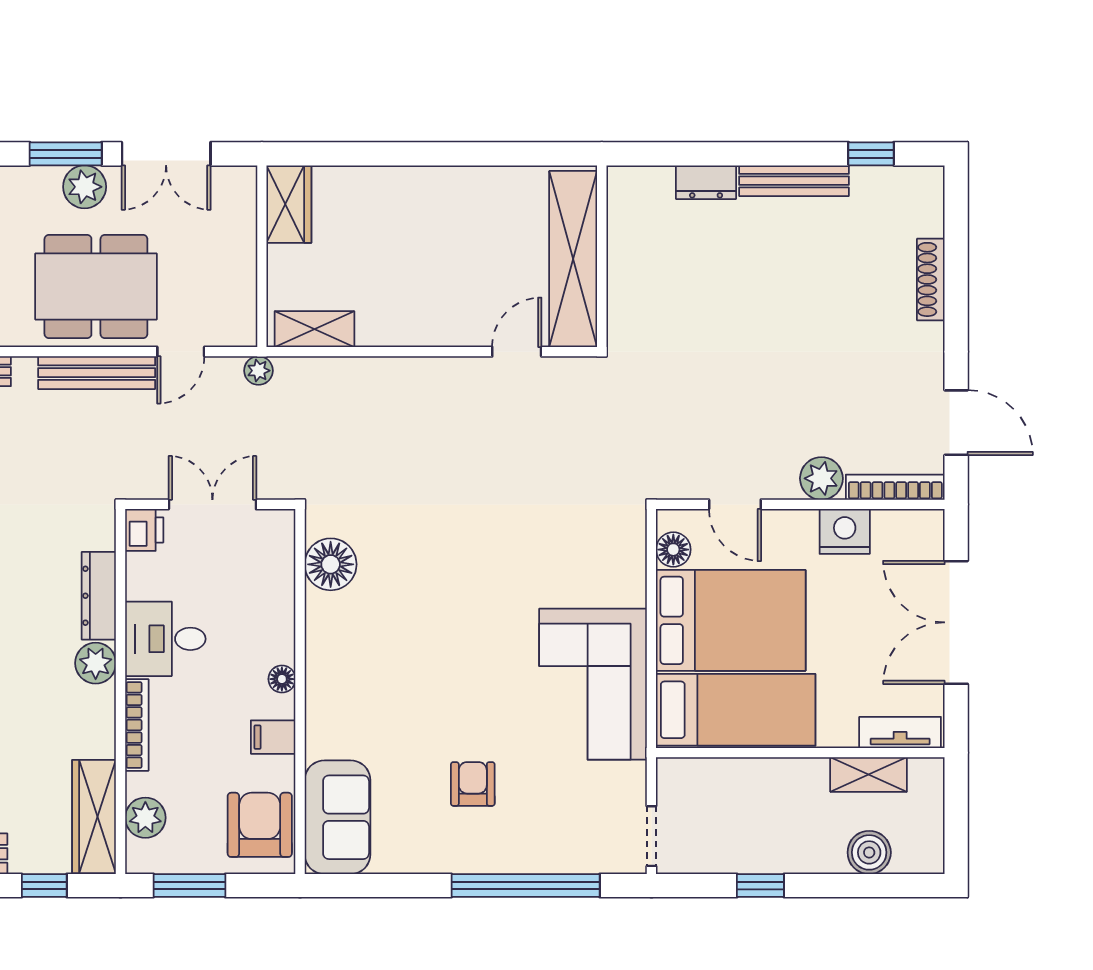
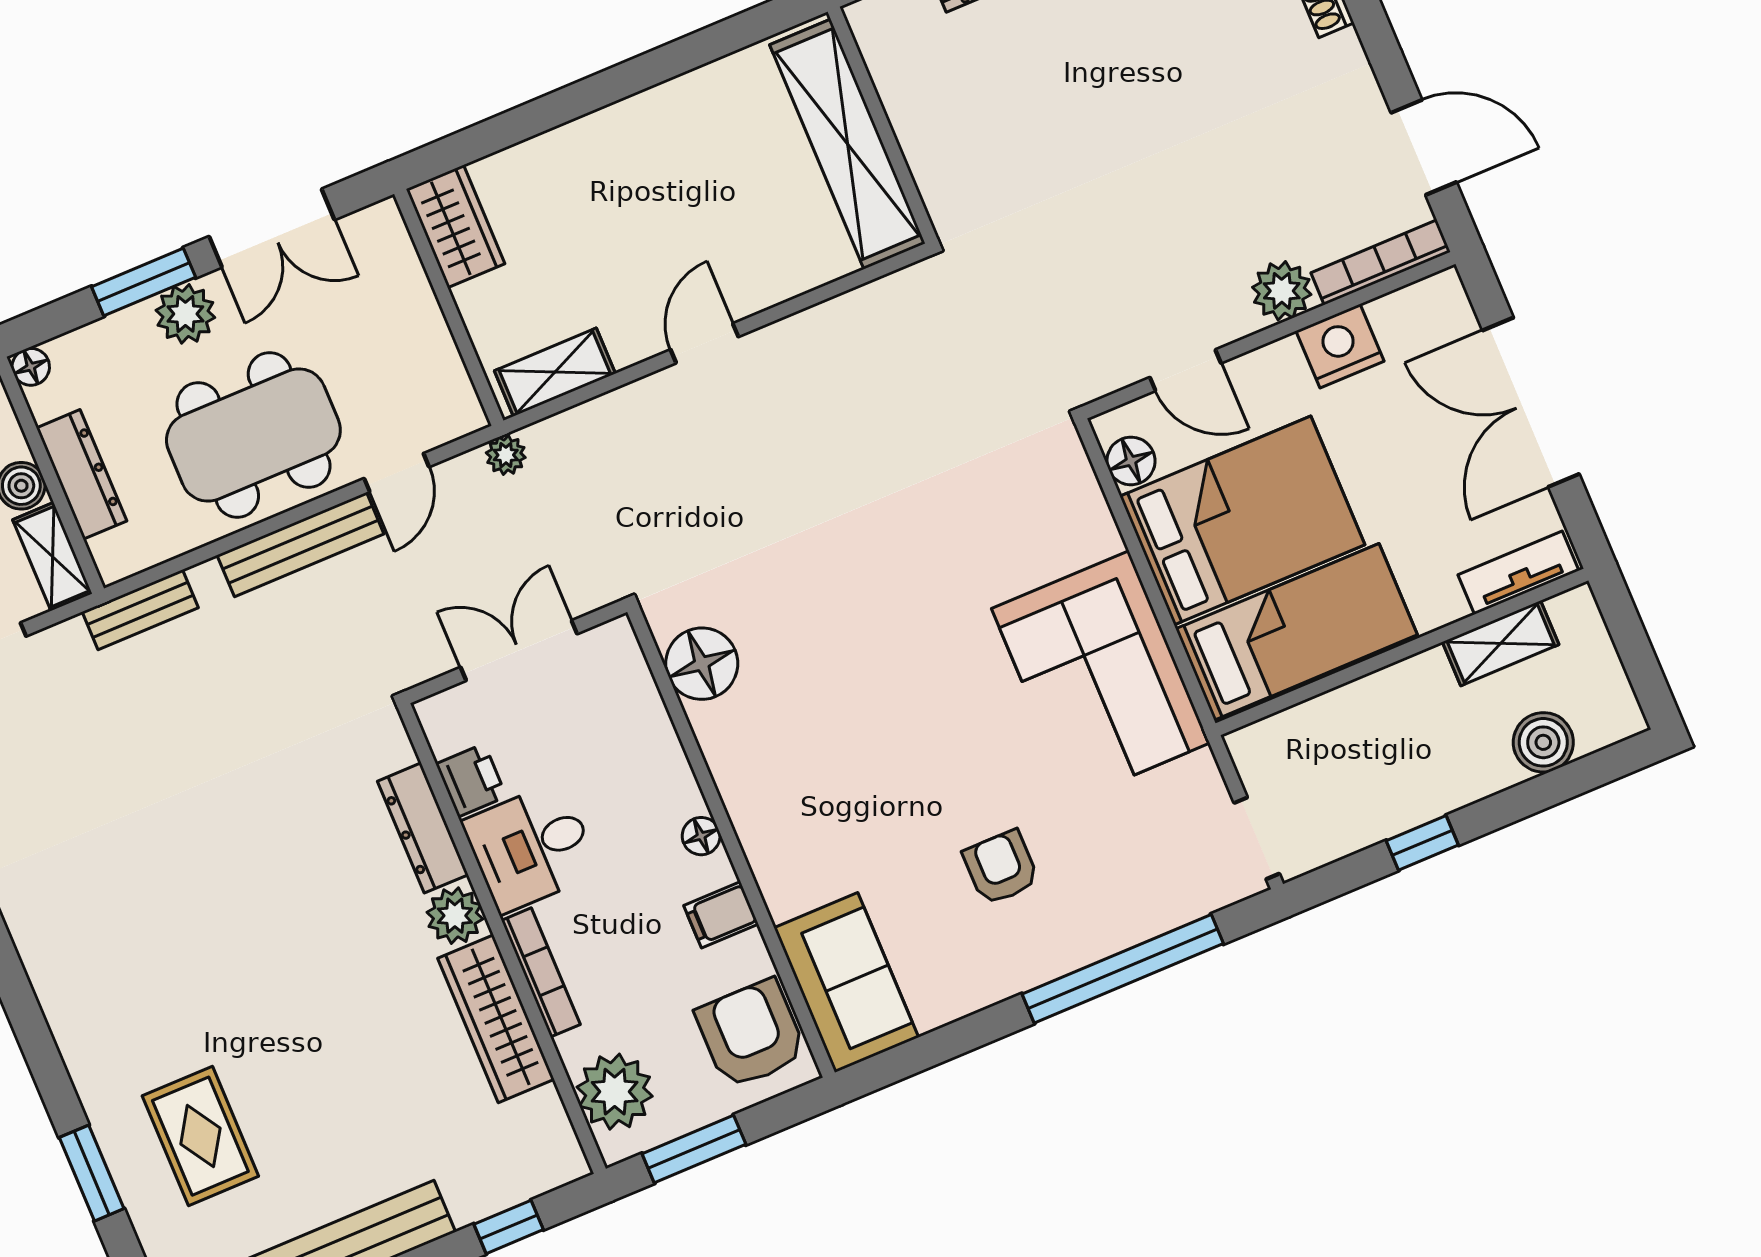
door: (517, 352) -> (705, 343), moved
printer: (144, 530) -> (471, 780), moved
wardrobe: (94, 817) -> (496, 1019), moved
plant: (145, 818) -> (615, 1092), width x1.36, depth x1.36

